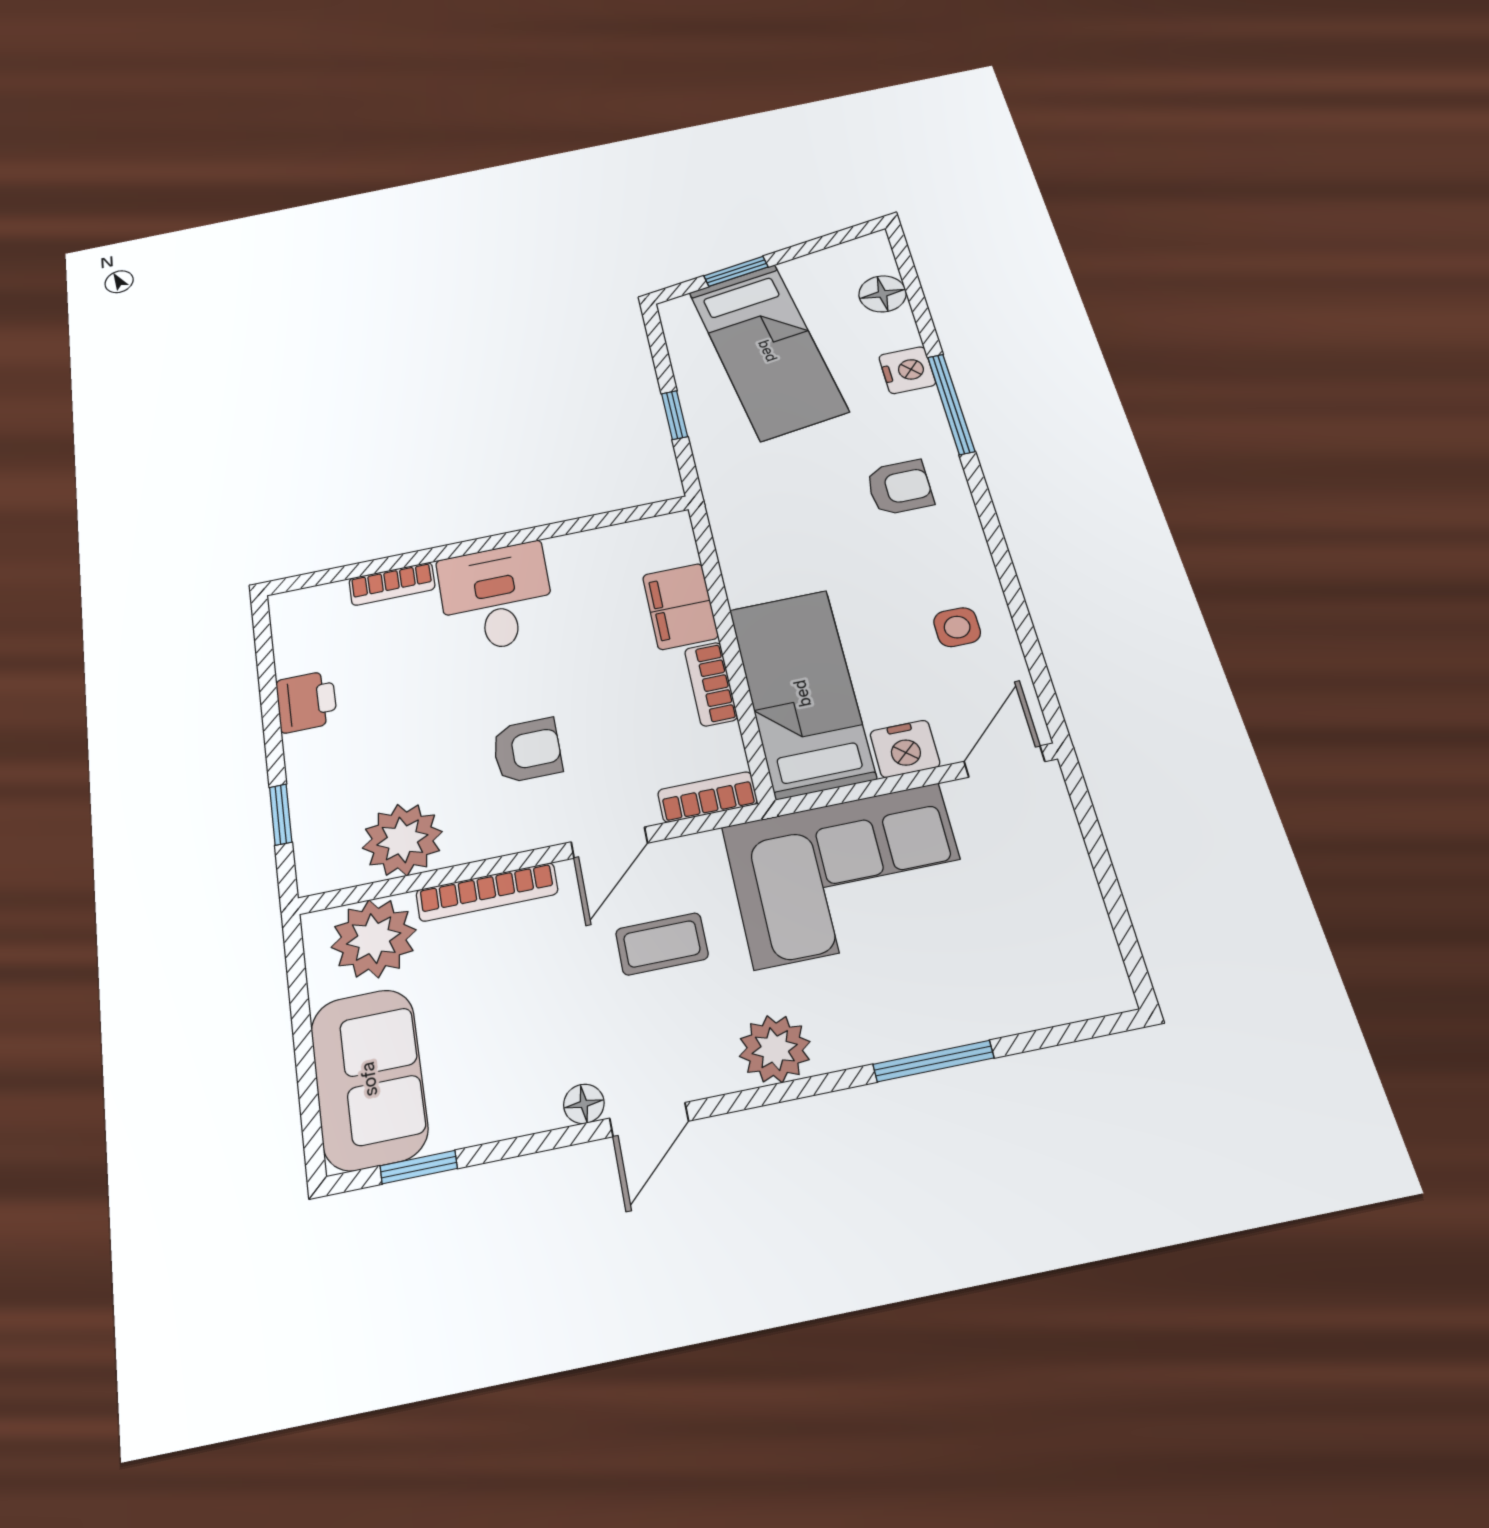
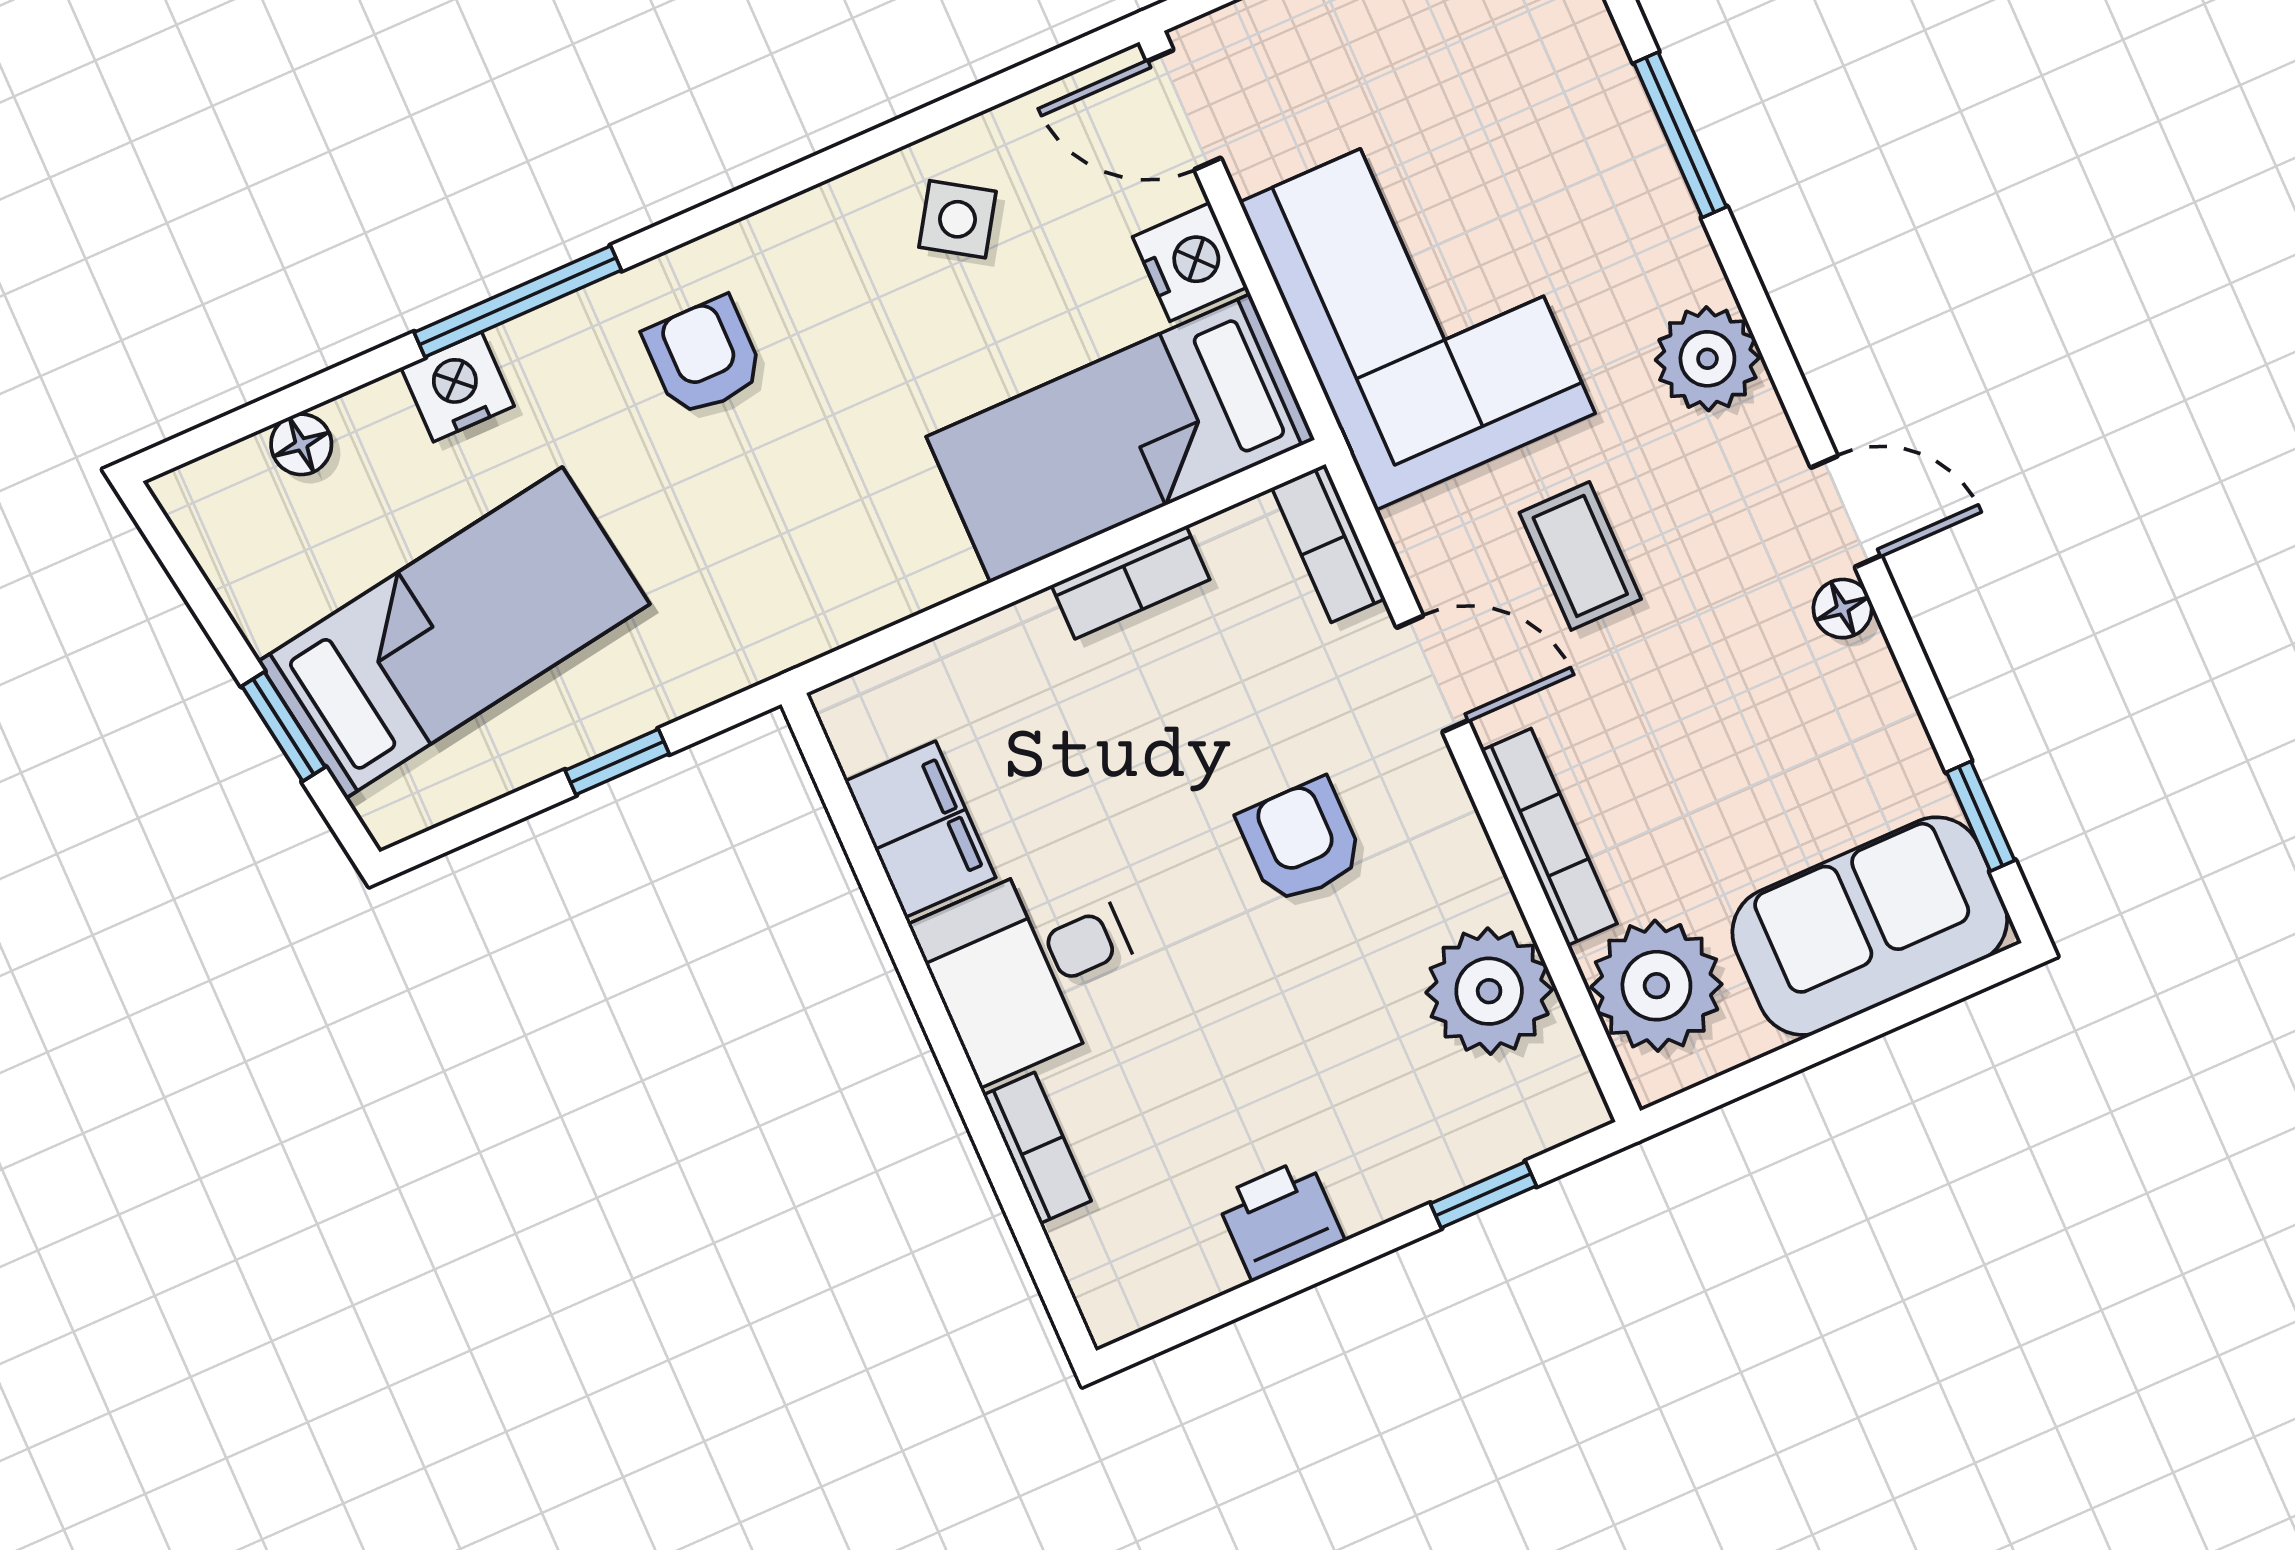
floor lamp: (883, 294) -> (301, 444), width x0.73, depth x0.73
filing cabinet: (680, 606) -> (920, 829), moved, turned -90
side table: (957, 627) -> (957, 219), turned 33

